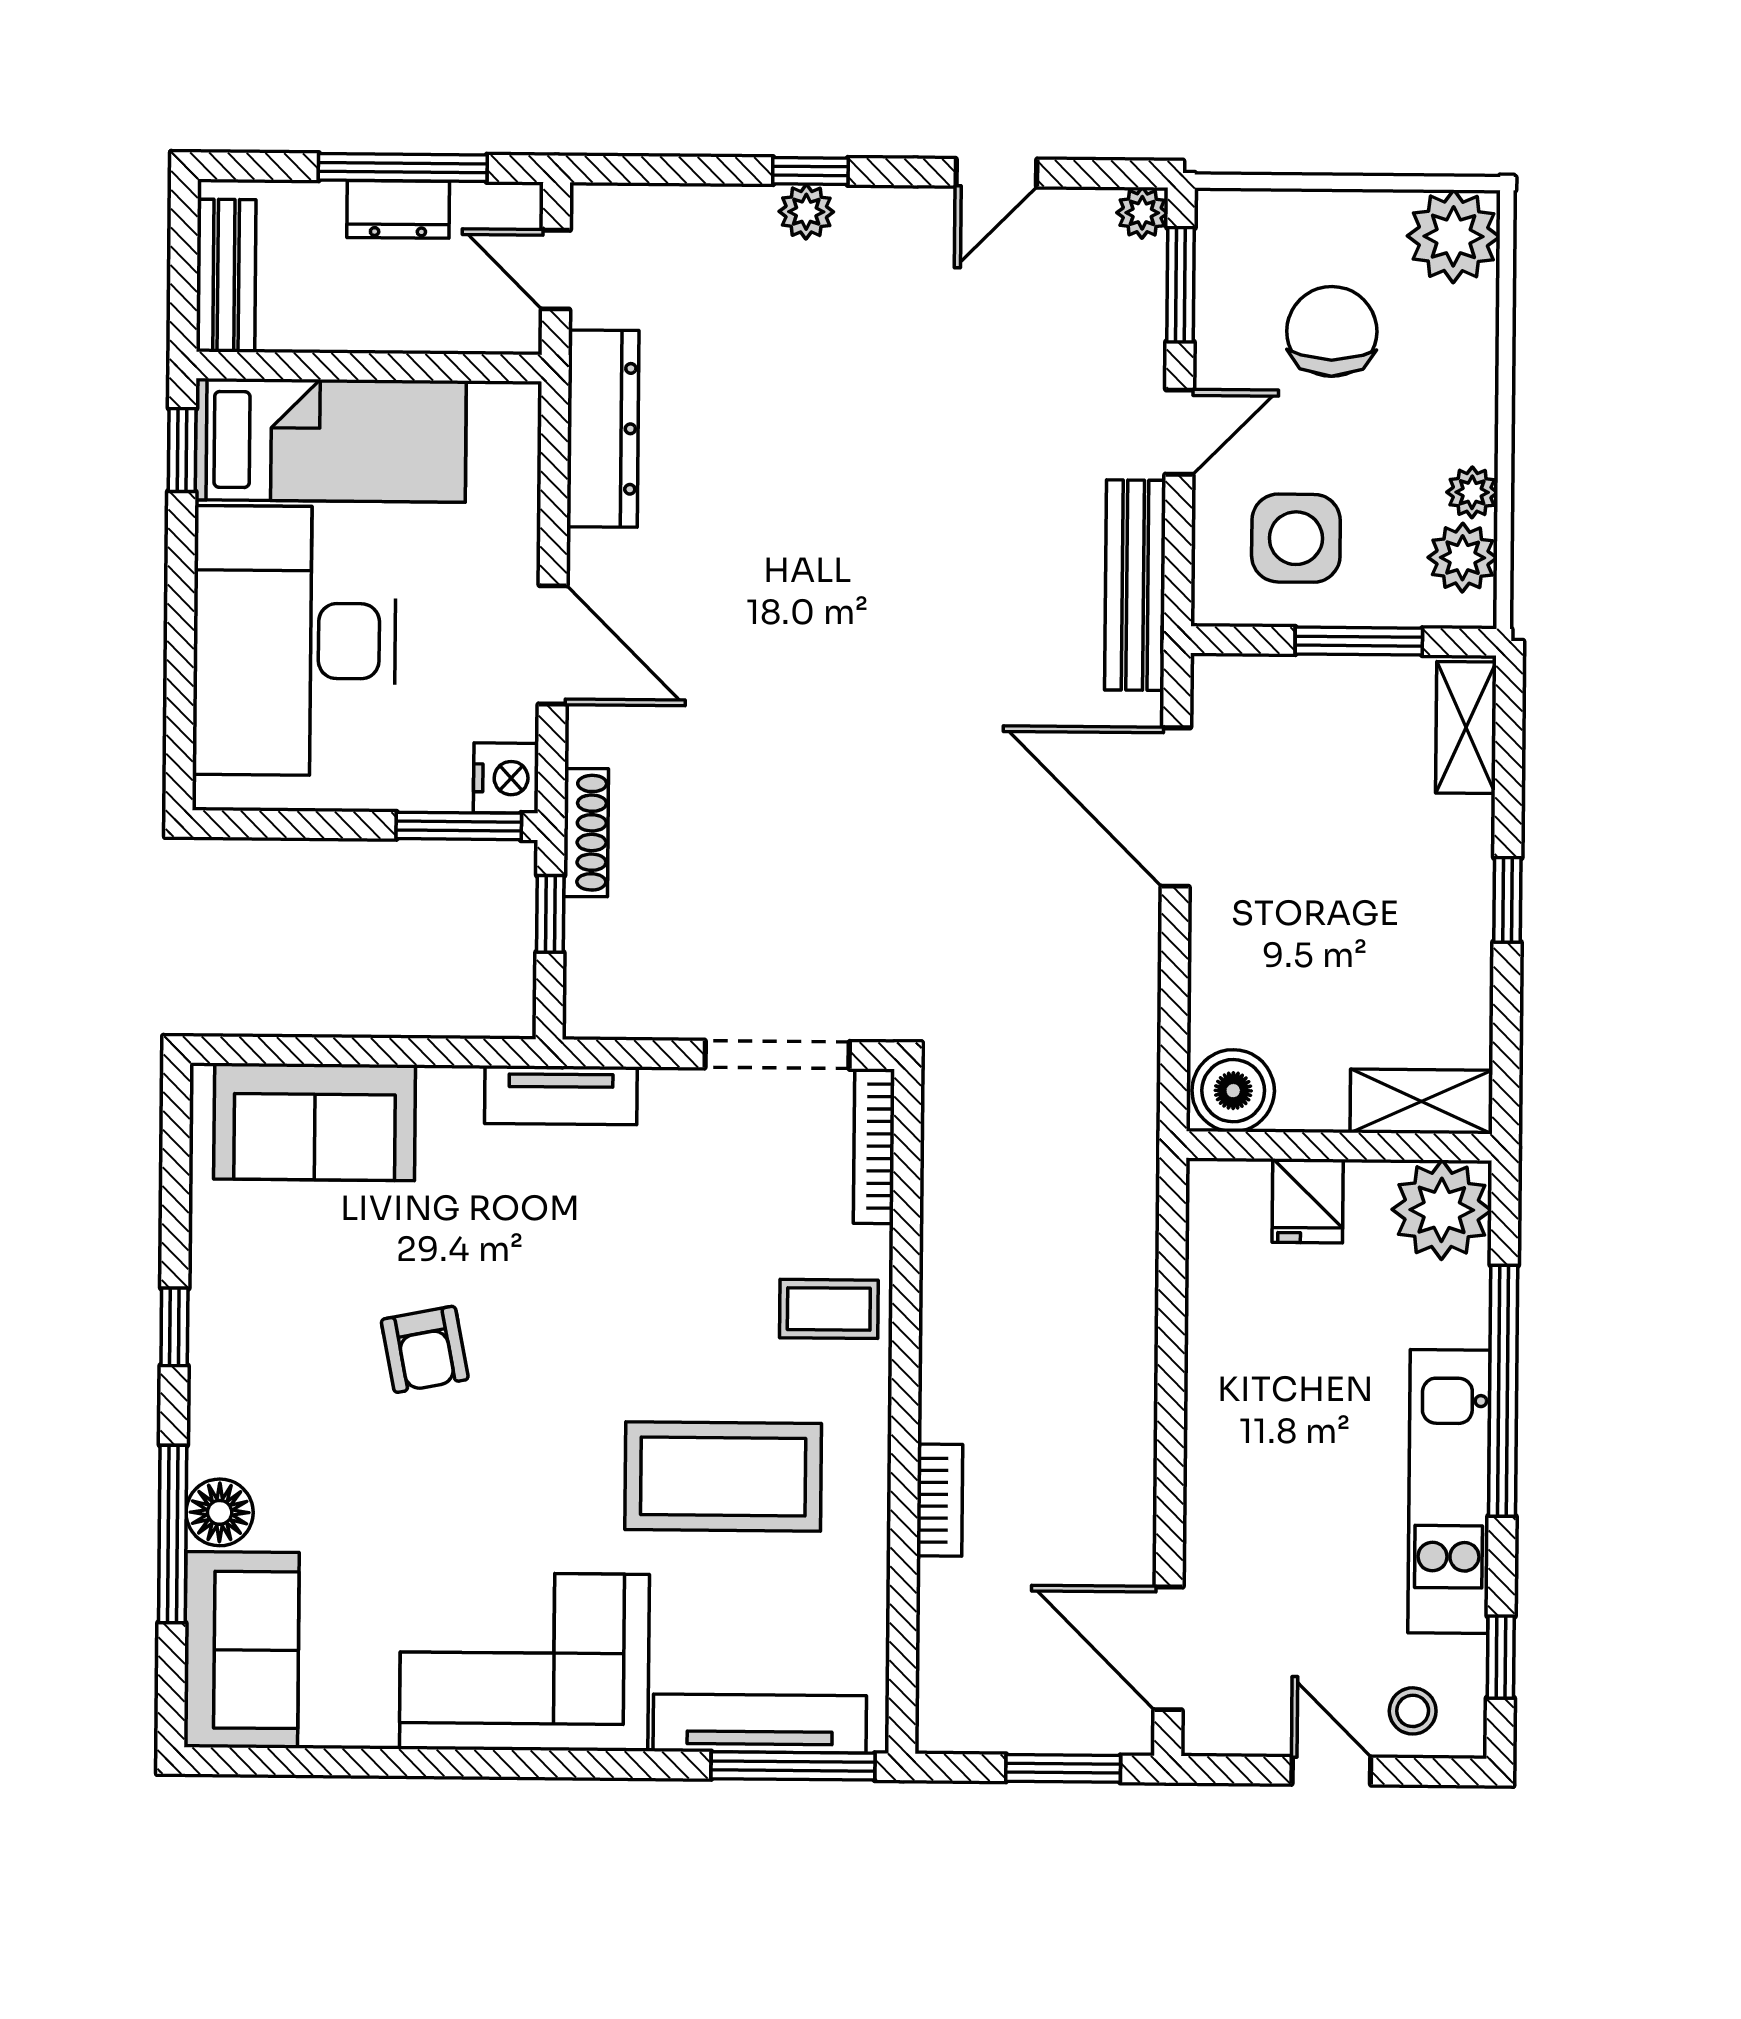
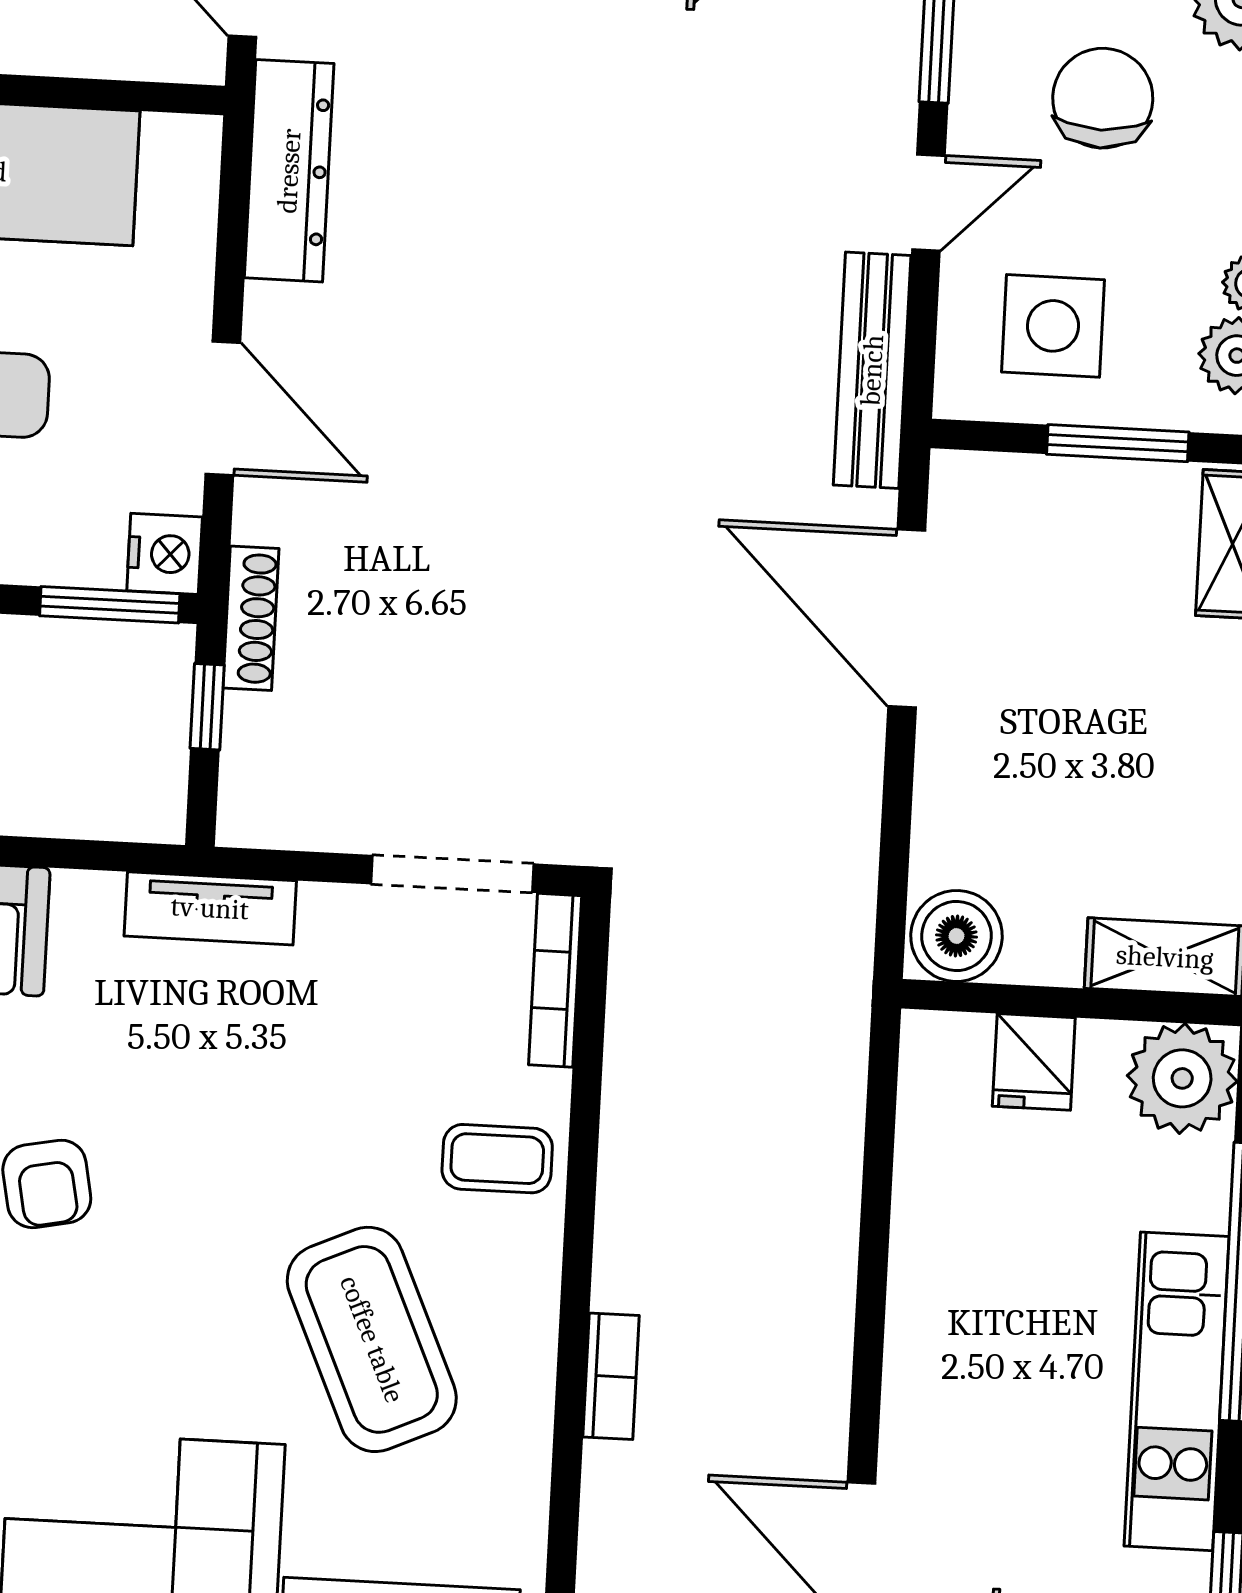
coffee table: (723, 1476) -> (372, 1339), turned 66

